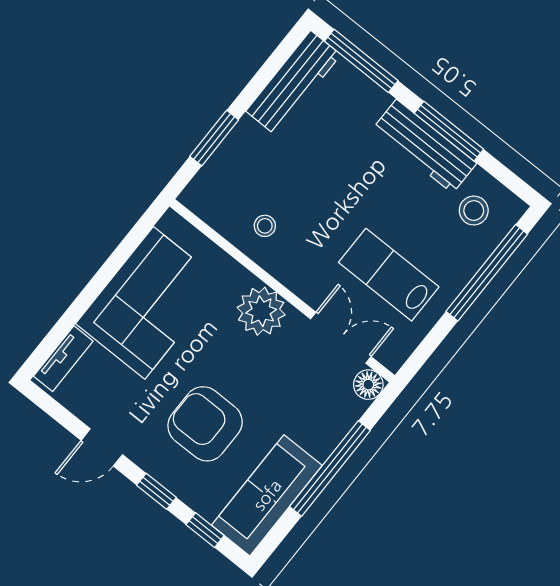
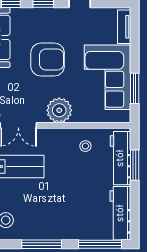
workbench: (424, 146) -> (120, 158), moved, turned -90
window: (122, 253) -> (135, 88), added
armchair: (205, 424) -> (48, 60), moved

